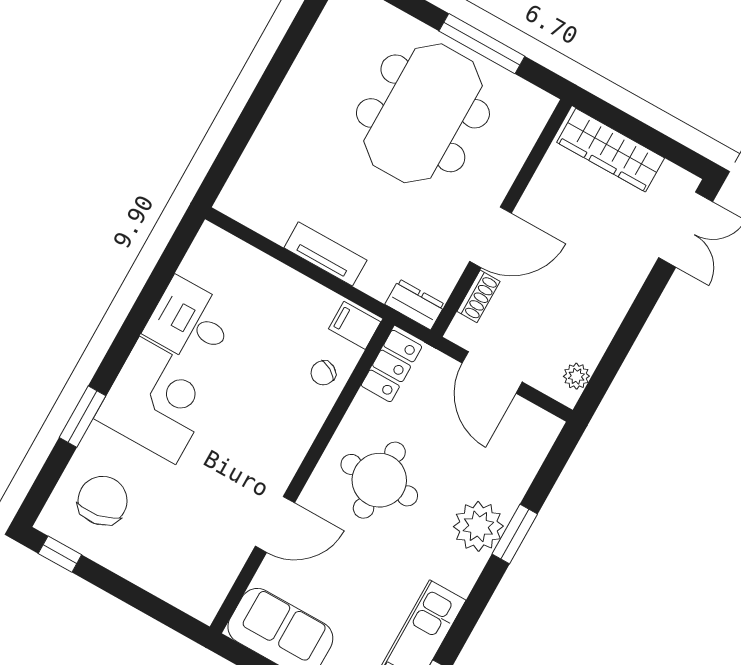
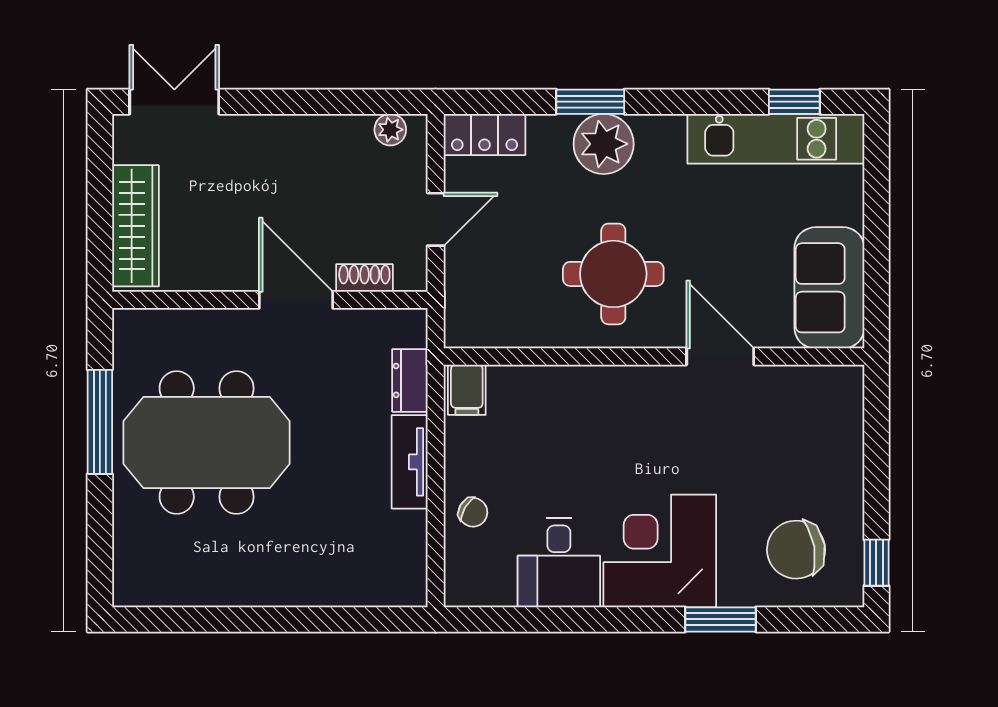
dresser: (415, 304) -> (410, 380), moved
locker: (392, 366) -> (485, 134), moved, turned 180
chair: (323, 373) -> (473, 512), moved
door: (492, 373) -> (436, 219), width x0.73

